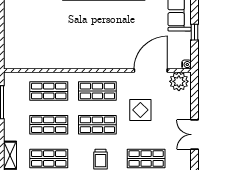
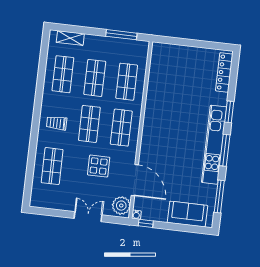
window: (195, 32) -> (146, 223), moved
double door: (195, 135) -> (88, 217), moved

